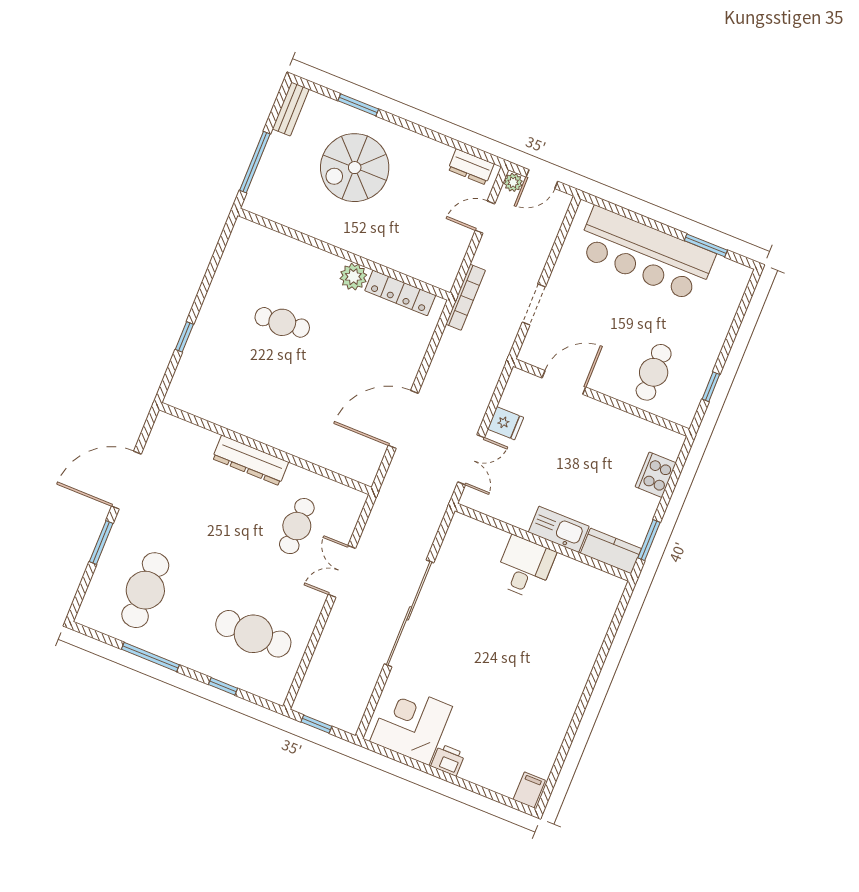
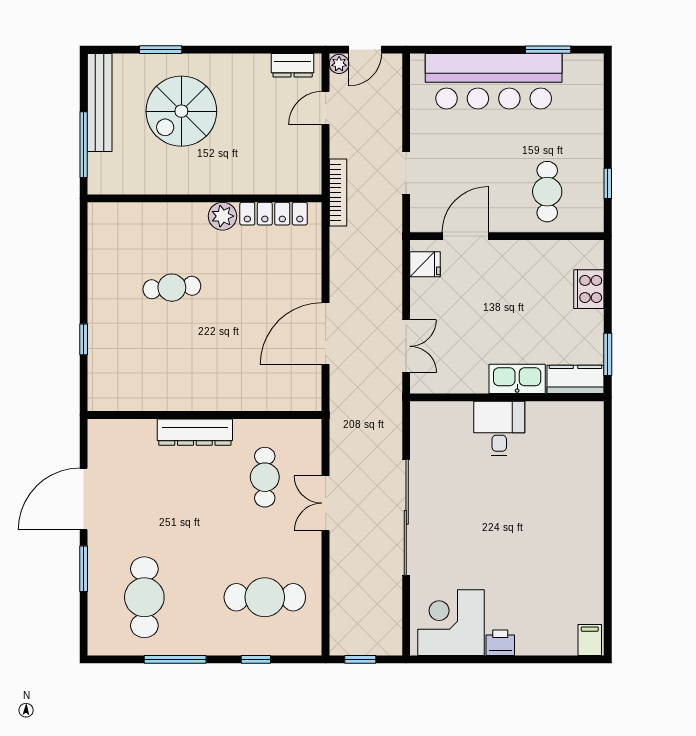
bench: (291, 109) -> (100, 102), width x1.86, depth x1.21
fridge: (506, 423) -> (425, 264), moved

